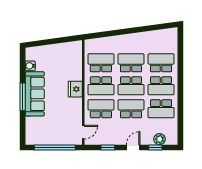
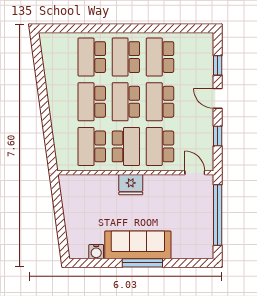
school desk: (131, 86) -> (126, 102), turned 180
school desk: (161, 86) -> (126, 57), turned 180
school desk: (161, 109) -> (160, 57), turned 180
plant: (160, 139) -> (205, 59), removed

